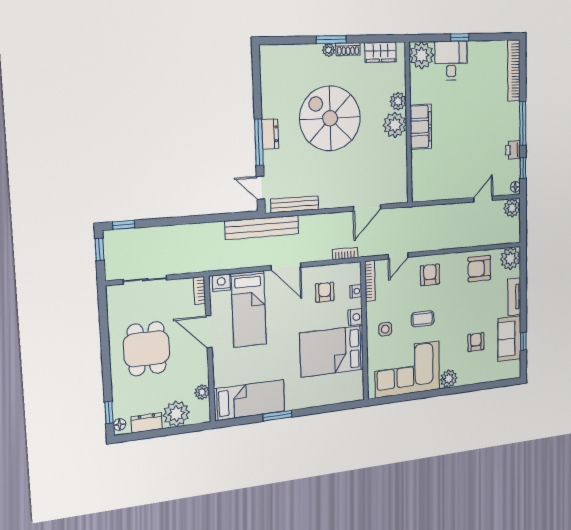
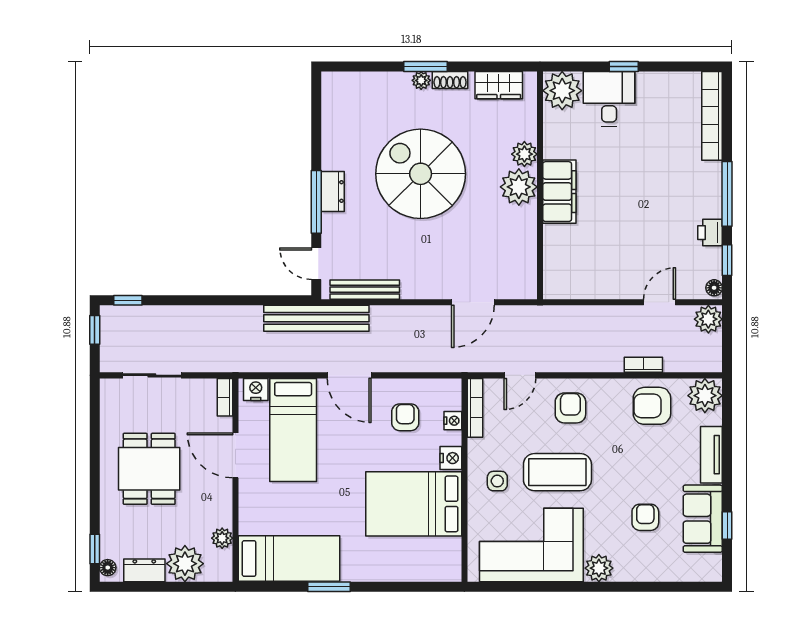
bookcase: (345, 253) -> (643, 365), moved
coffee table: (423, 319) -> (557, 472), width x1.86, depth x1.72

